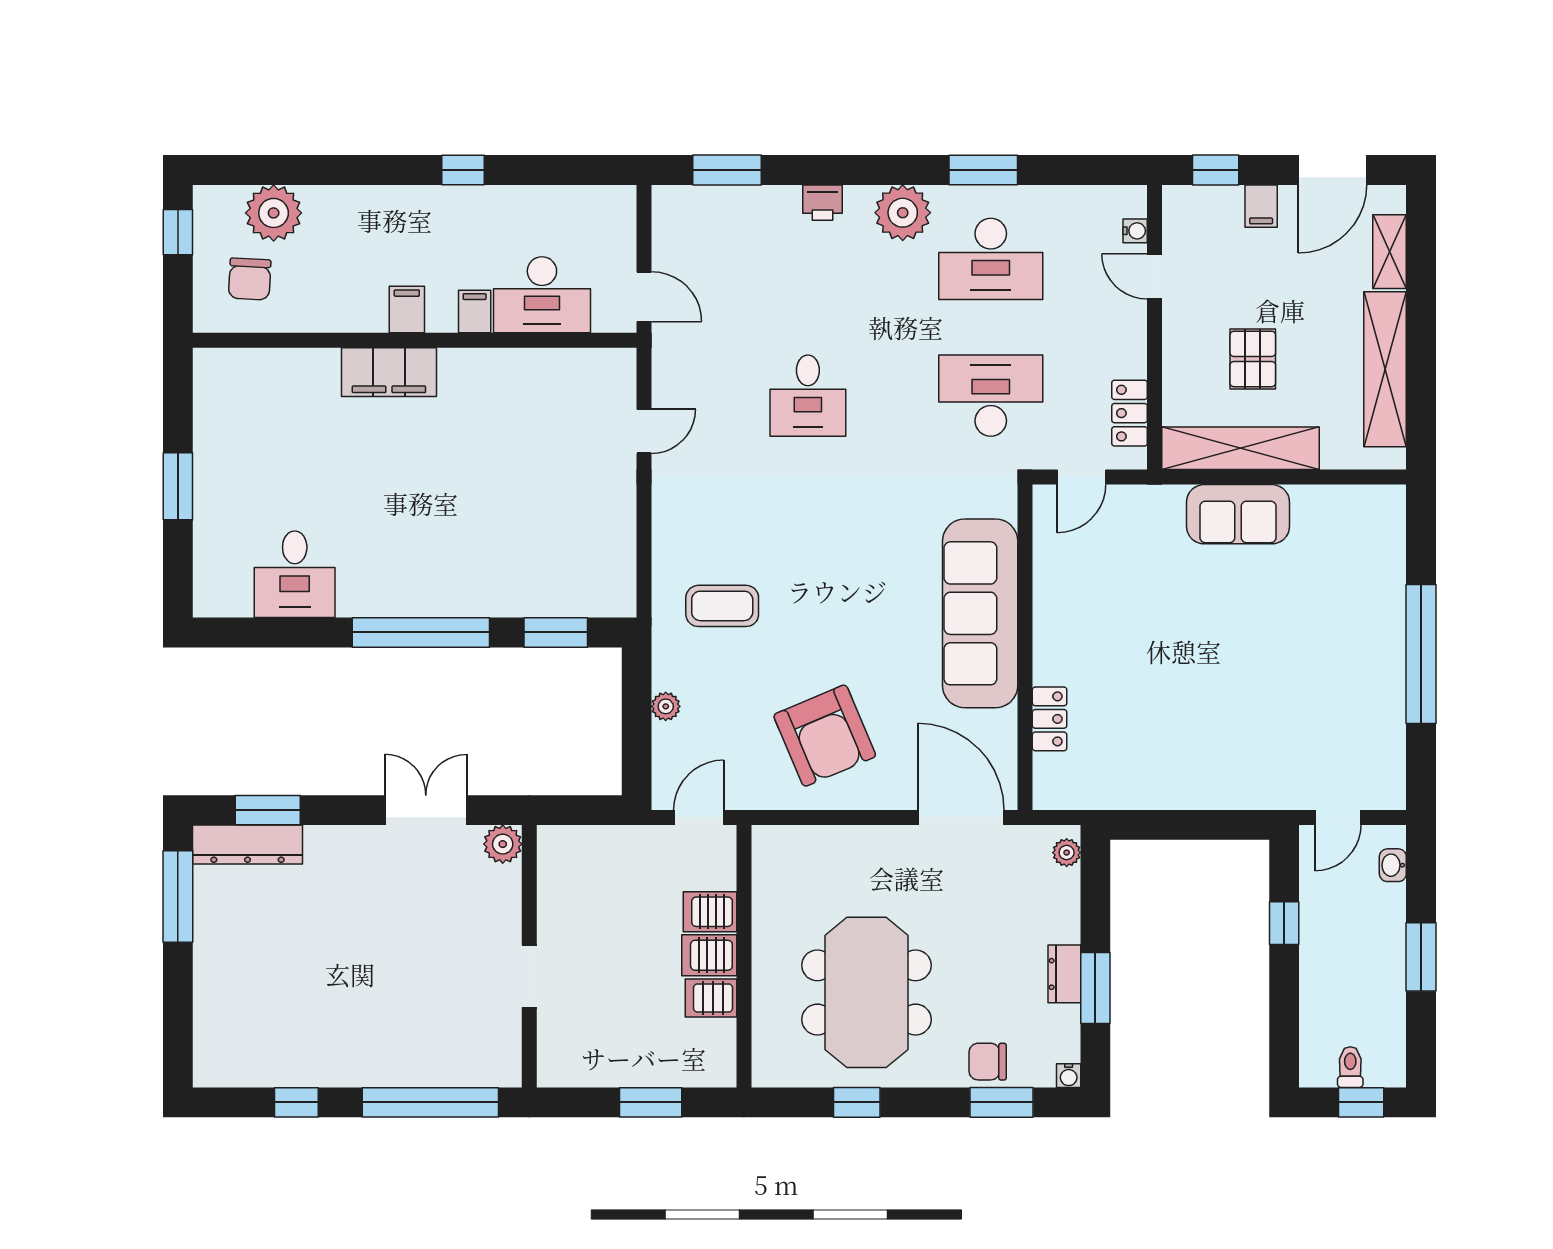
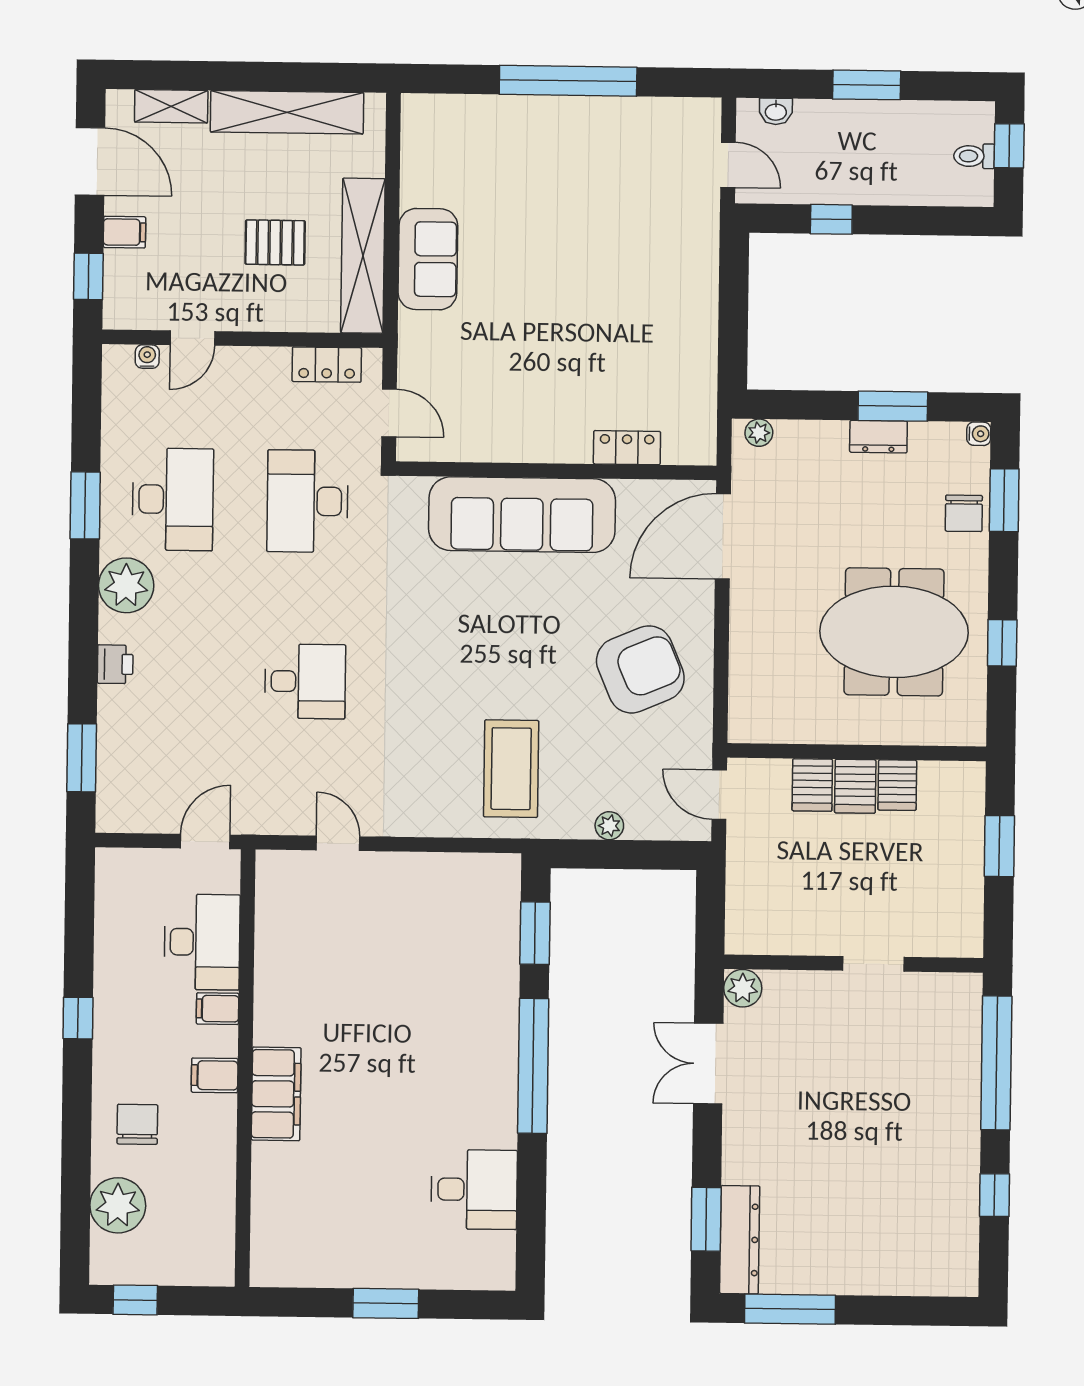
chair: (250, 279) -> (137, 1124), moved, turned -93
coffee table: (722, 606) -> (511, 769), width x1.36, depth x1.32

